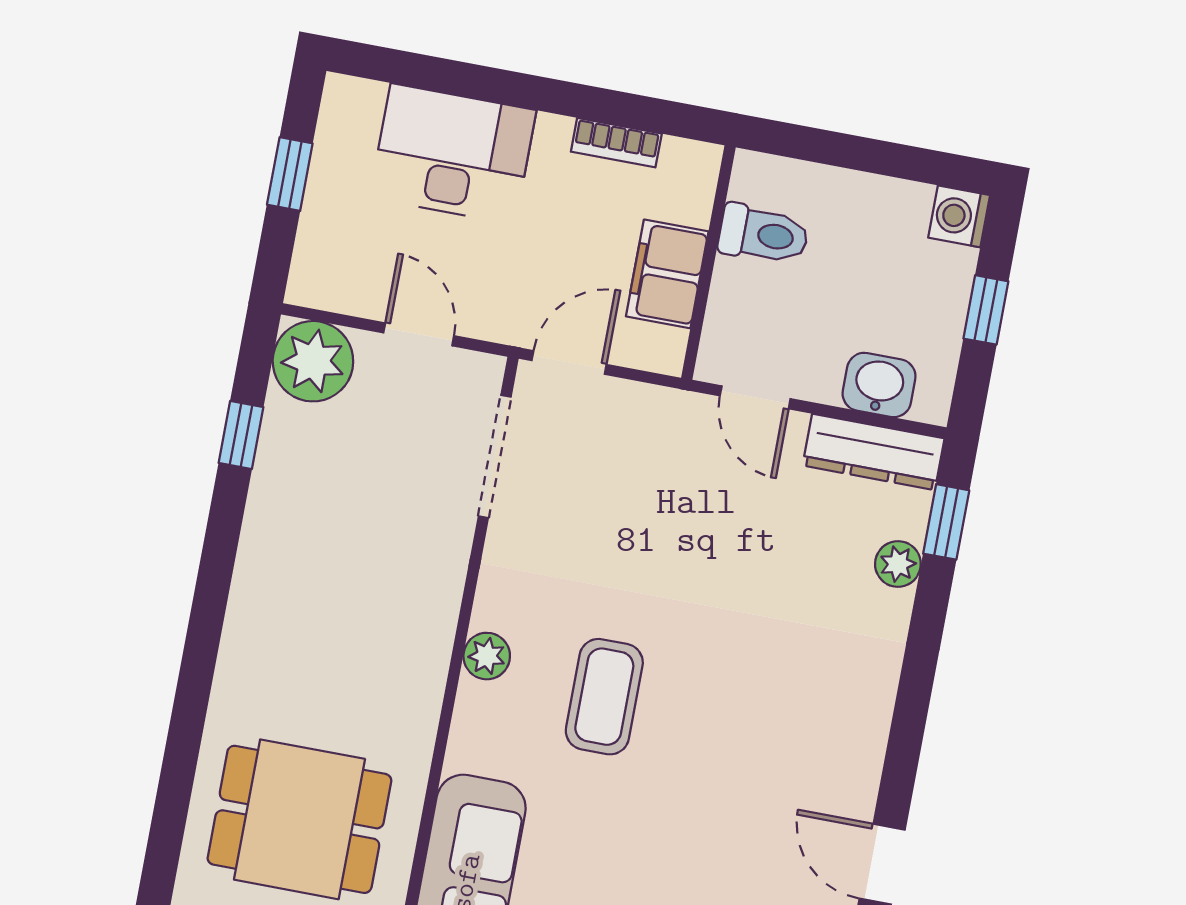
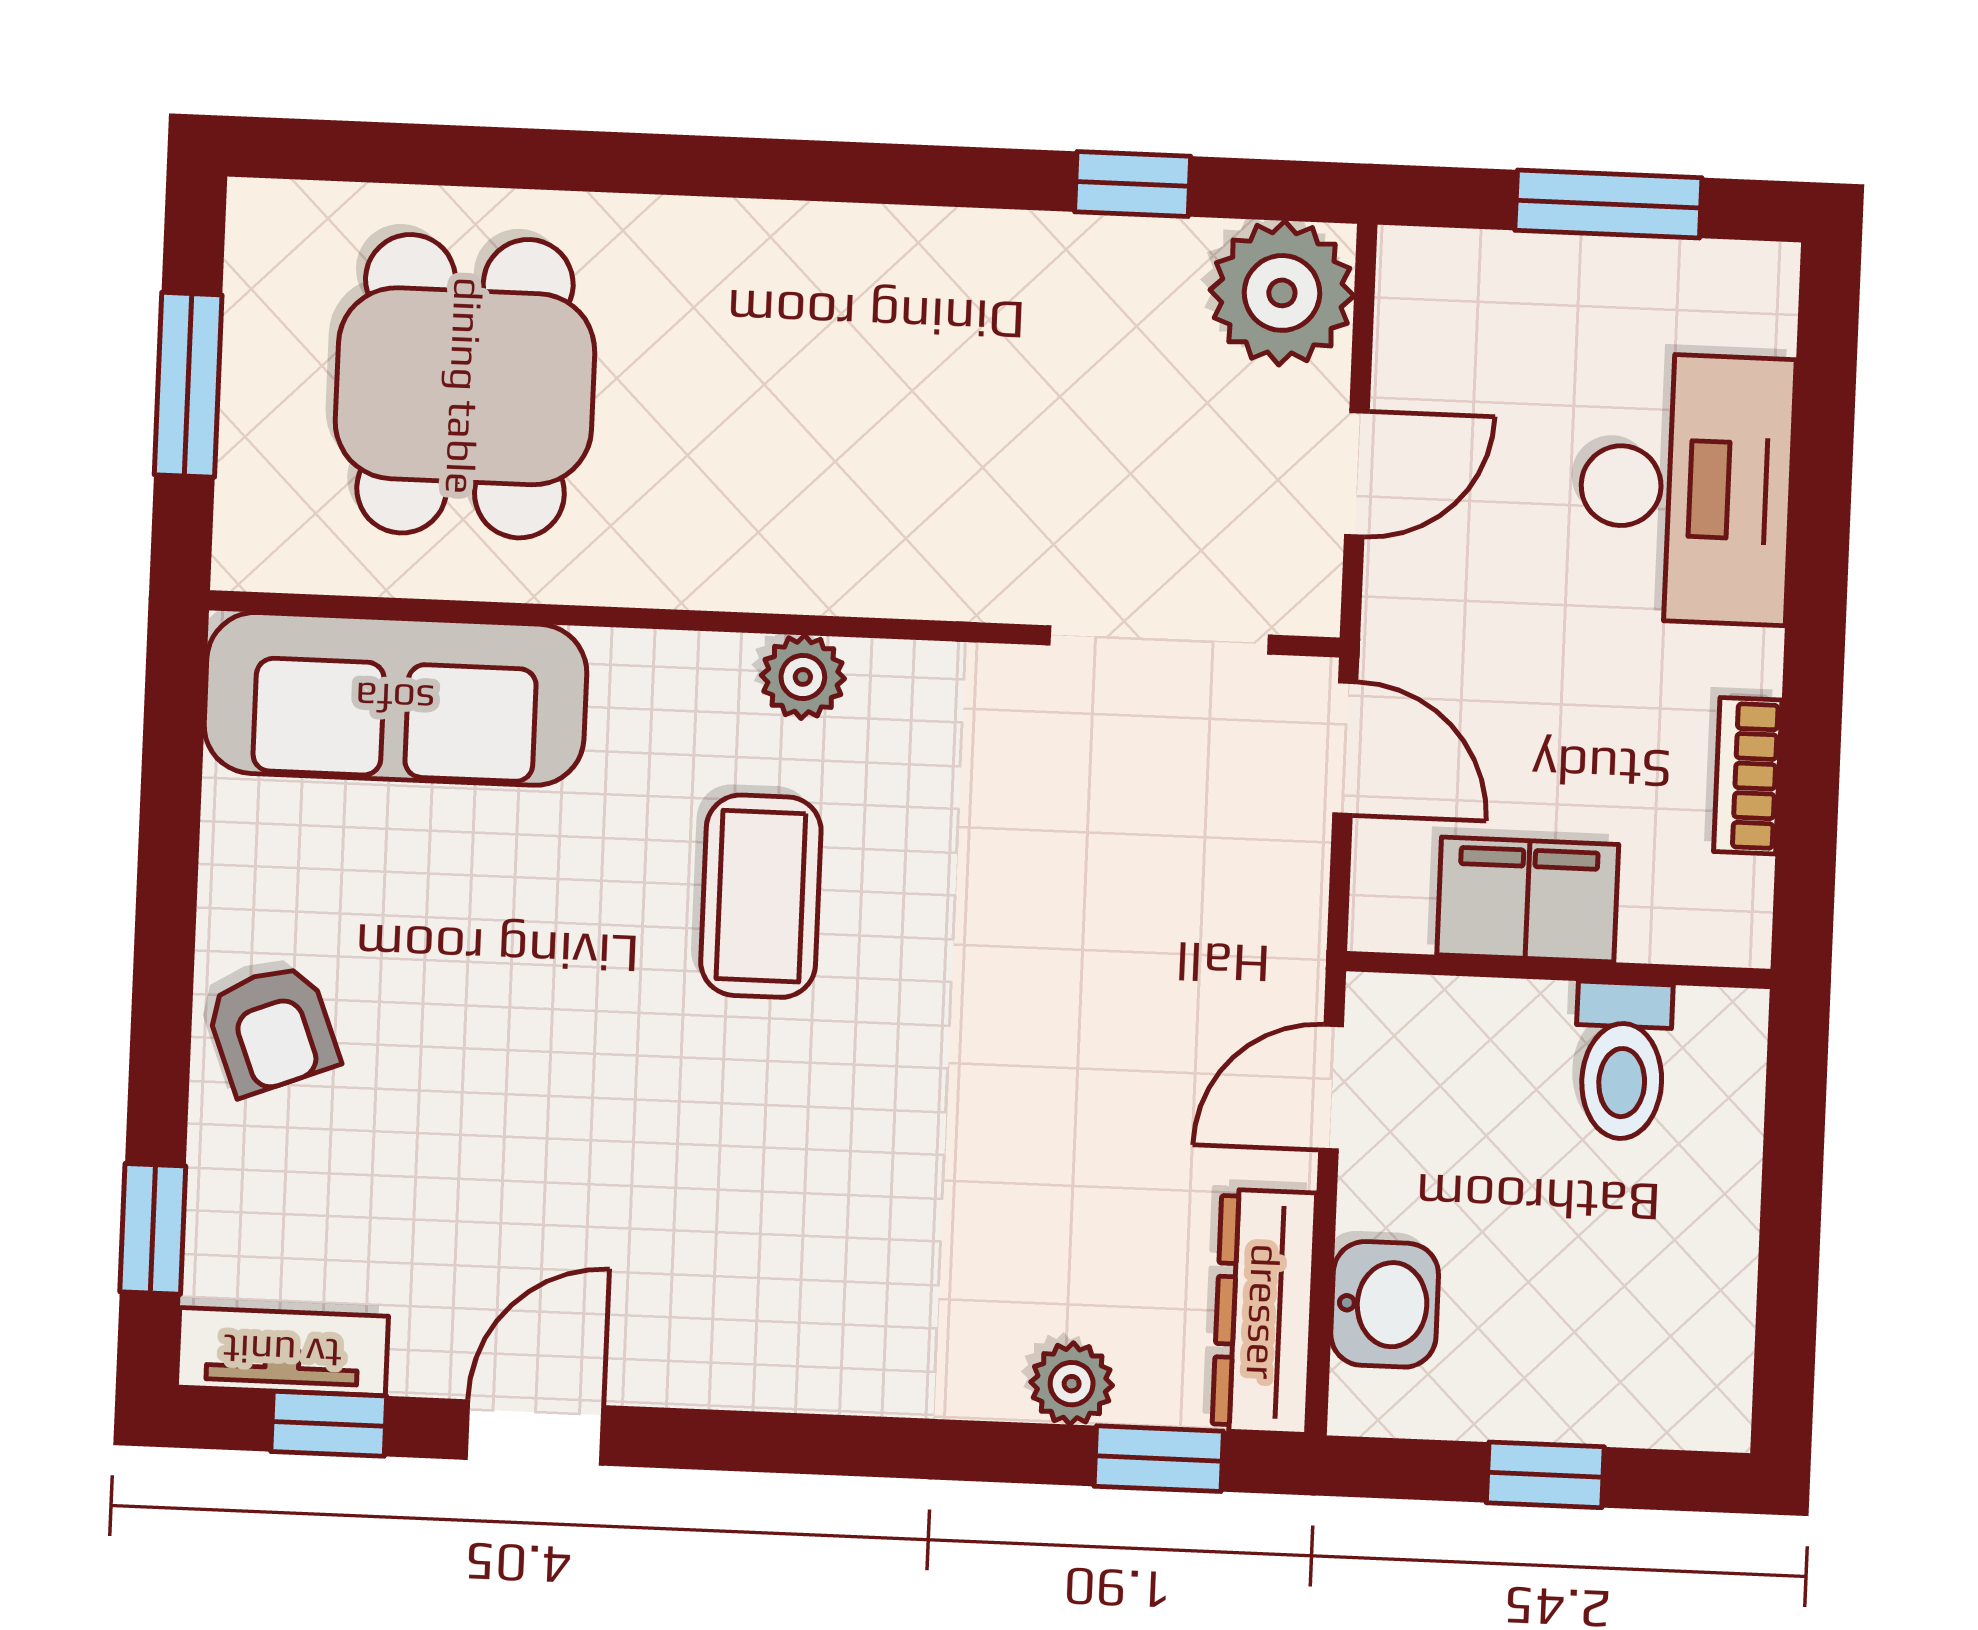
window: (290, 174) -> (1608, 204), width x1.50
washing machine: (959, 216) -> (1705, 1403), removed
coffee table: (604, 697) -> (761, 896), turned 90

